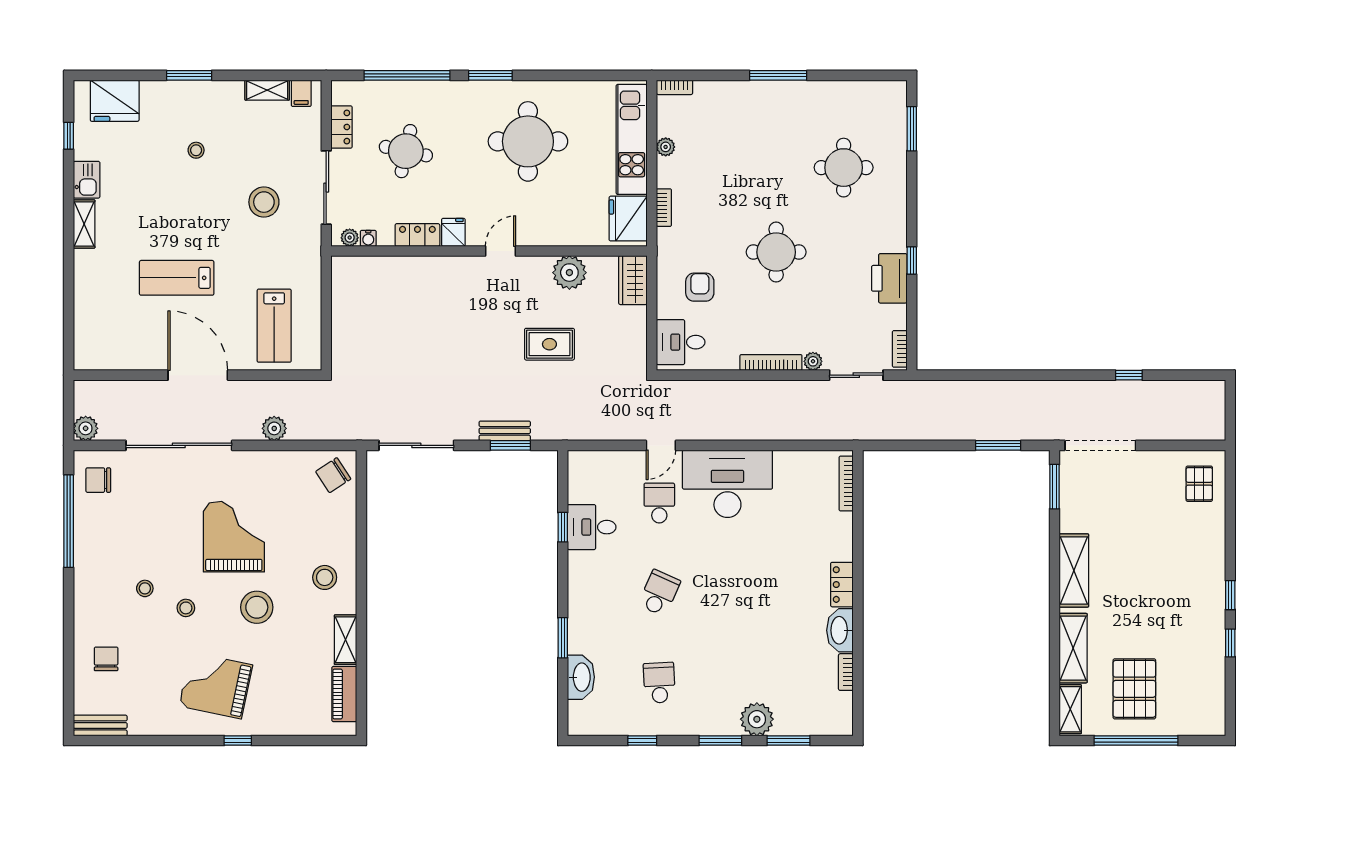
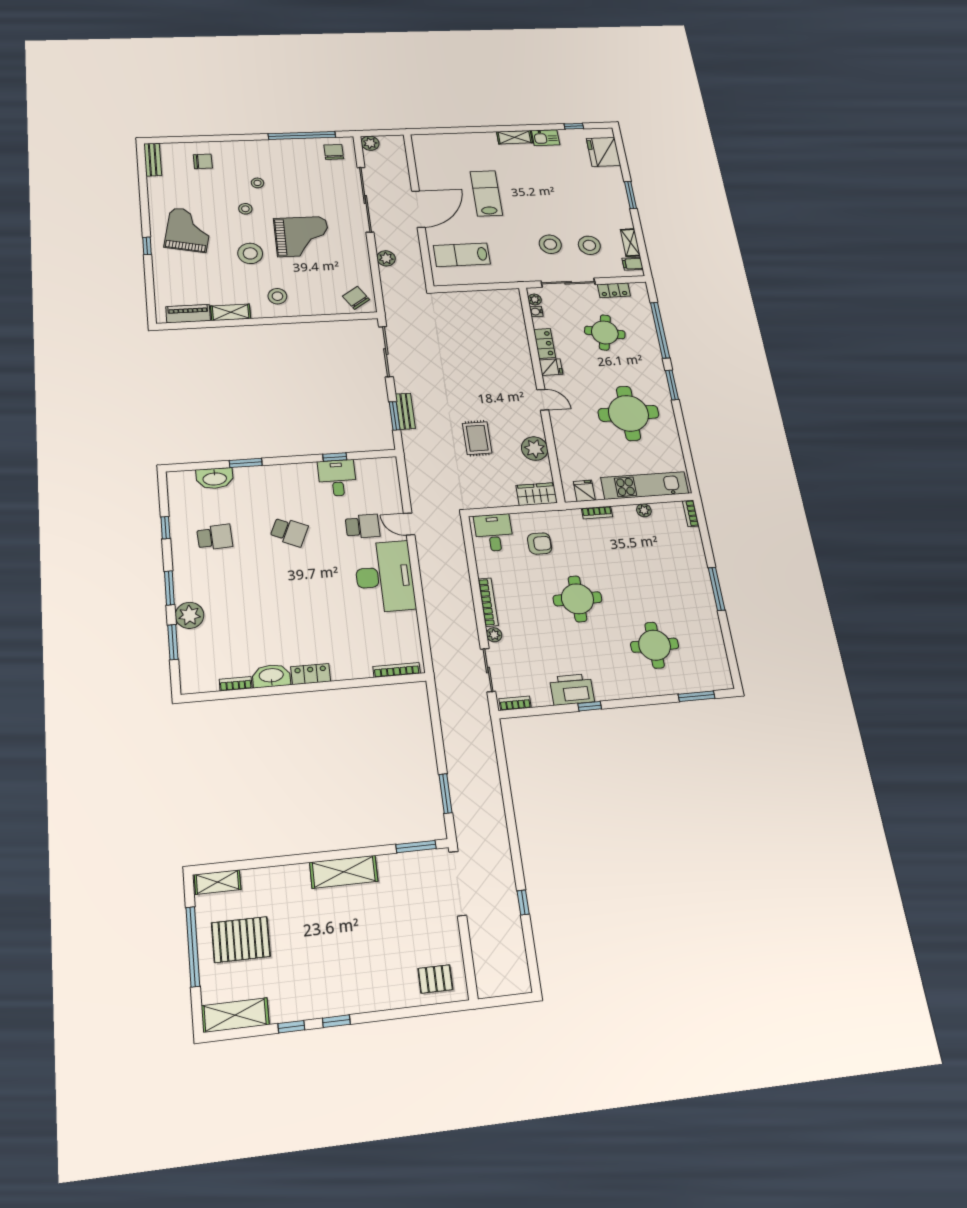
stool: (196, 150) -> (589, 245), moved, width x1.89, depth x1.89
fridge: (628, 219) -> (584, 491), width x0.53, depth x0.75
shelving: (1073, 648) -> (235, 1015), moved

